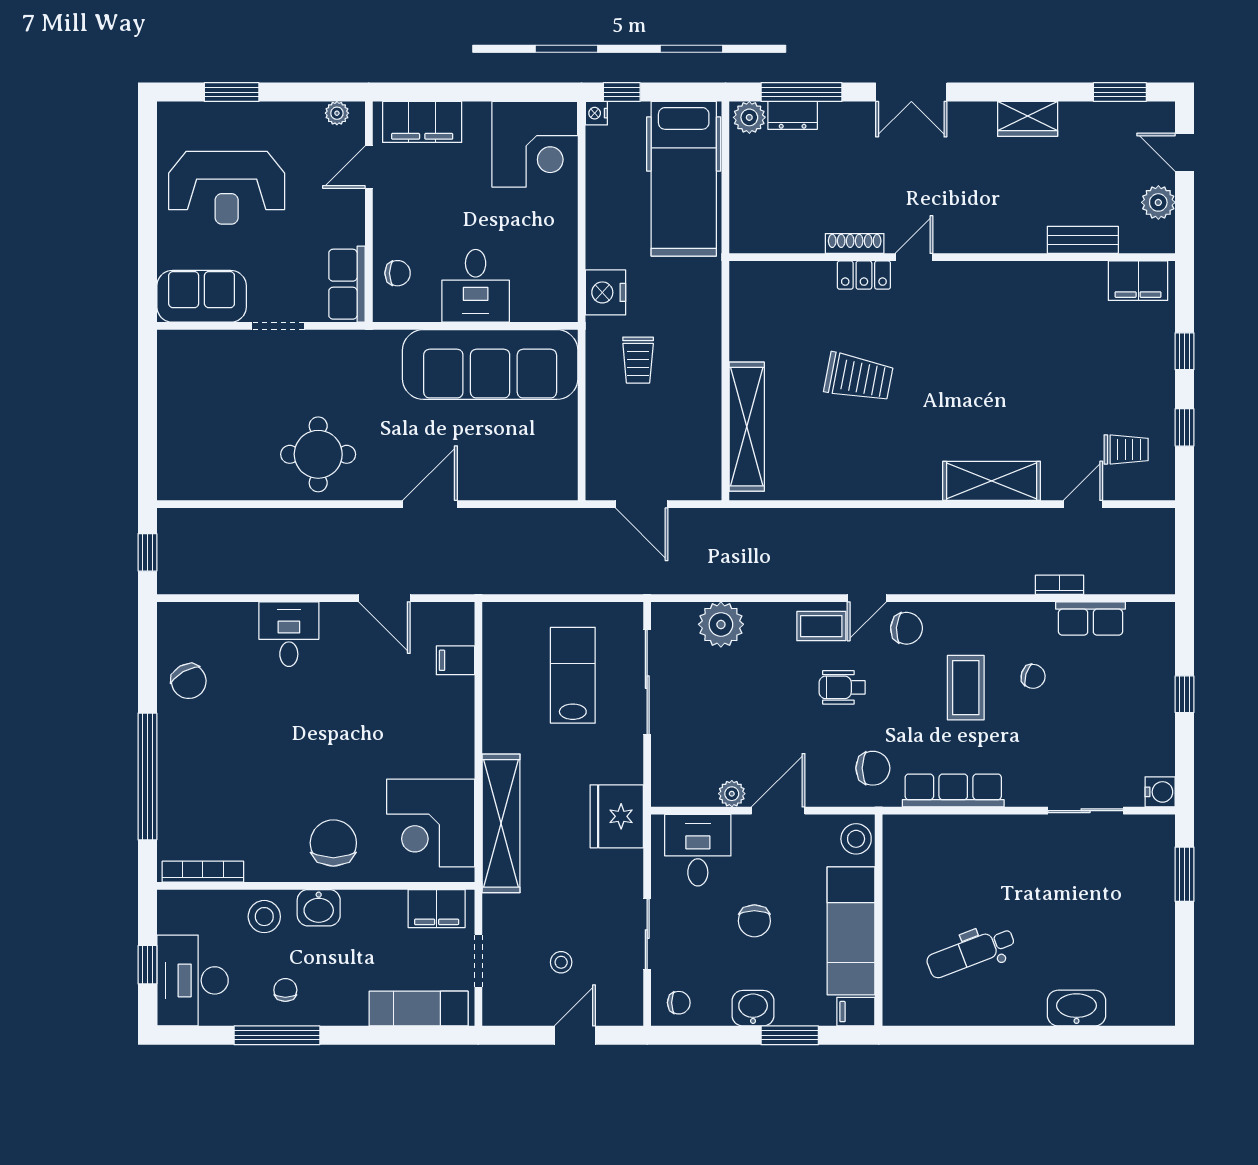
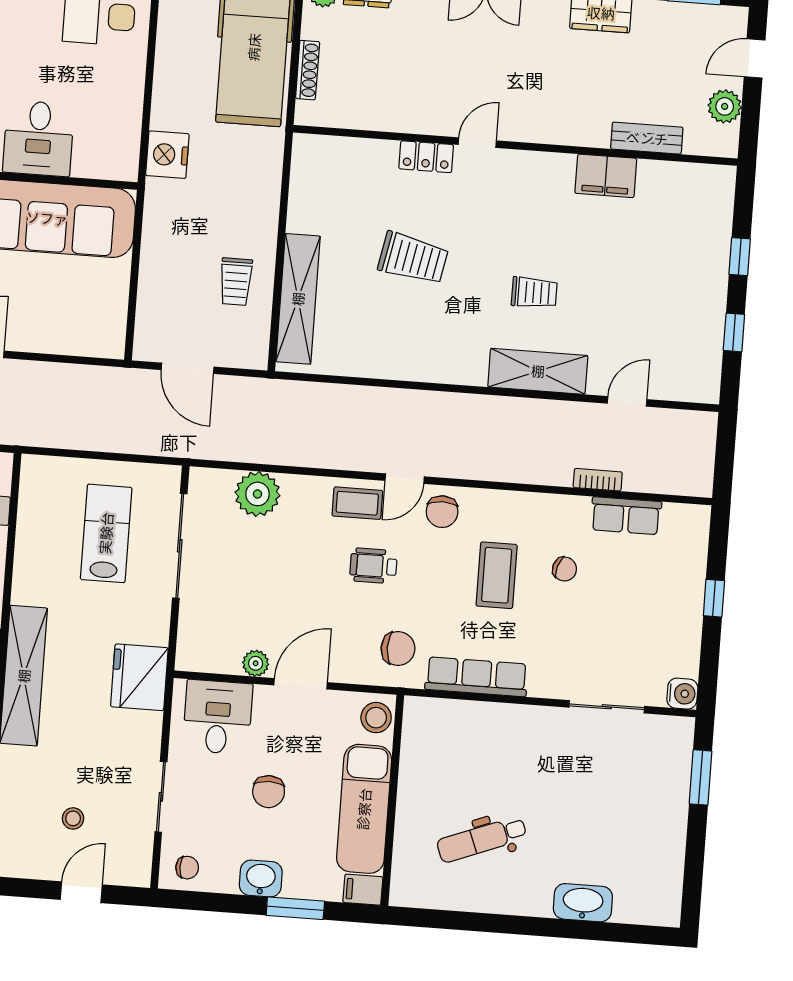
door: (1185, 152) -> (755, 58), hinge flipped
shoe rack: (855, 243) -> (308, 70), moved, turned 90
filing cabinet: (1138, 281) -> (606, 176), moved
trolley: (638, 360) -> (236, 282), moved
trolley: (1126, 449) -> (534, 293), moved
chair: (907, 628) -> (442, 512), turned 86

